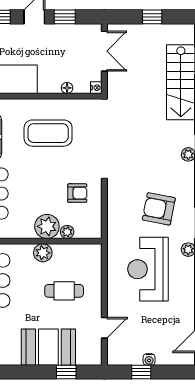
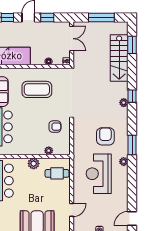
window: (152, 17) -> (101, 17), width x2.17
armchair: (159, 209) -> (105, 136), turned 79
plant: (47, 226) -> (36, 147), removed
cafe table: (64, 291) -> (57, 173), moved

